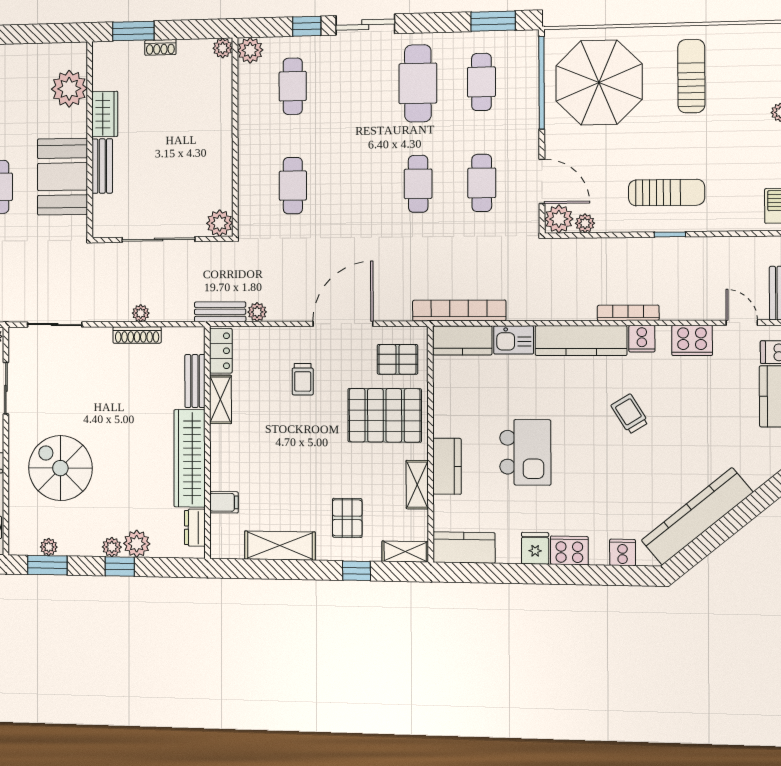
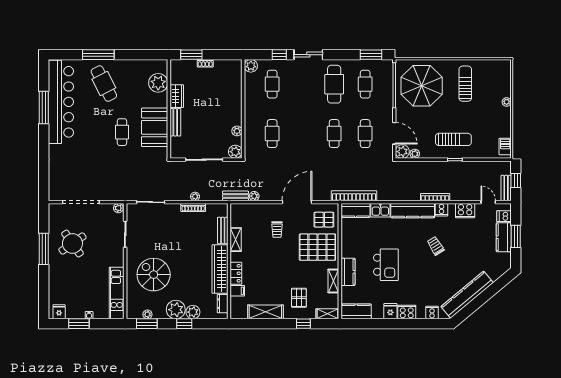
plant: (223, 48) -> (237, 131), moved
locker: (221, 351) -> (236, 273), moved
plant: (112, 547) -> (176, 310), width x1.88, depth x1.88

